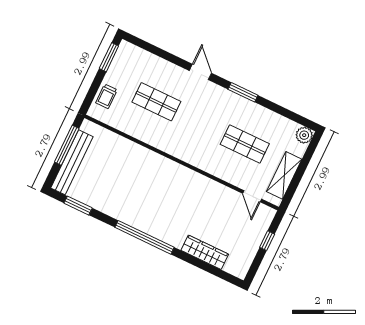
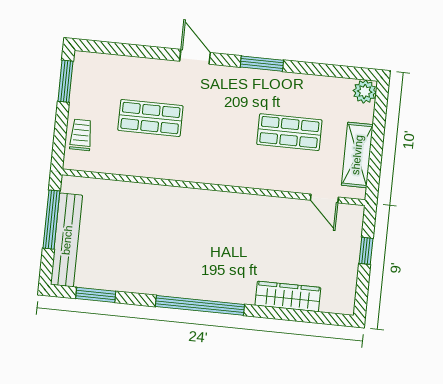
trolley: (106, 96) -> (81, 135), turned 180

